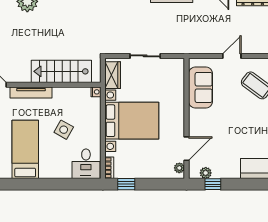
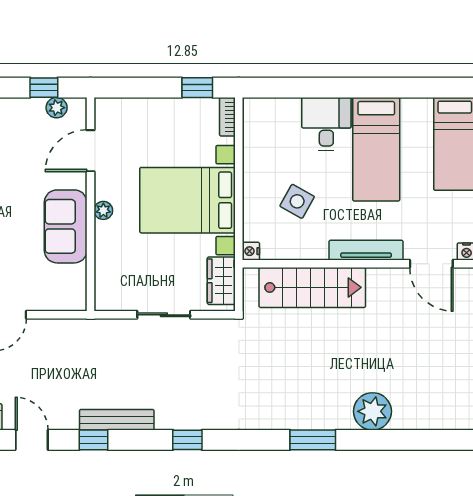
sofa: (201, 87) -> (66, 226), moved
side table: (64, 130) -> (297, 201), moved
desk: (86, 164) -> (326, 124), moved
plant: (179, 168) -> (103, 210), moved

